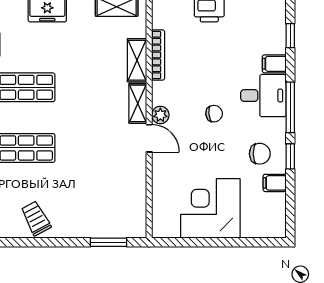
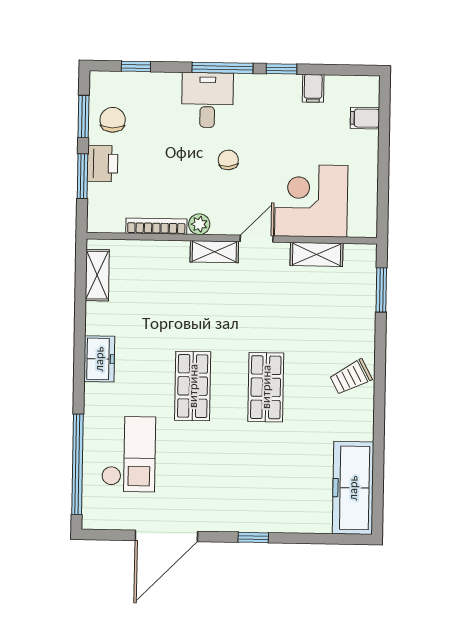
shelving: (137, 60) -> (317, 254), moved
filing cabinet: (274, 64) -> (365, 118), moved, turned 90
plant: (160, 115) -> (199, 224), moved
chair: (260, 154) -> (113, 120), moved
corner desk: (210, 208) -> (311, 201), moved, turned 90

